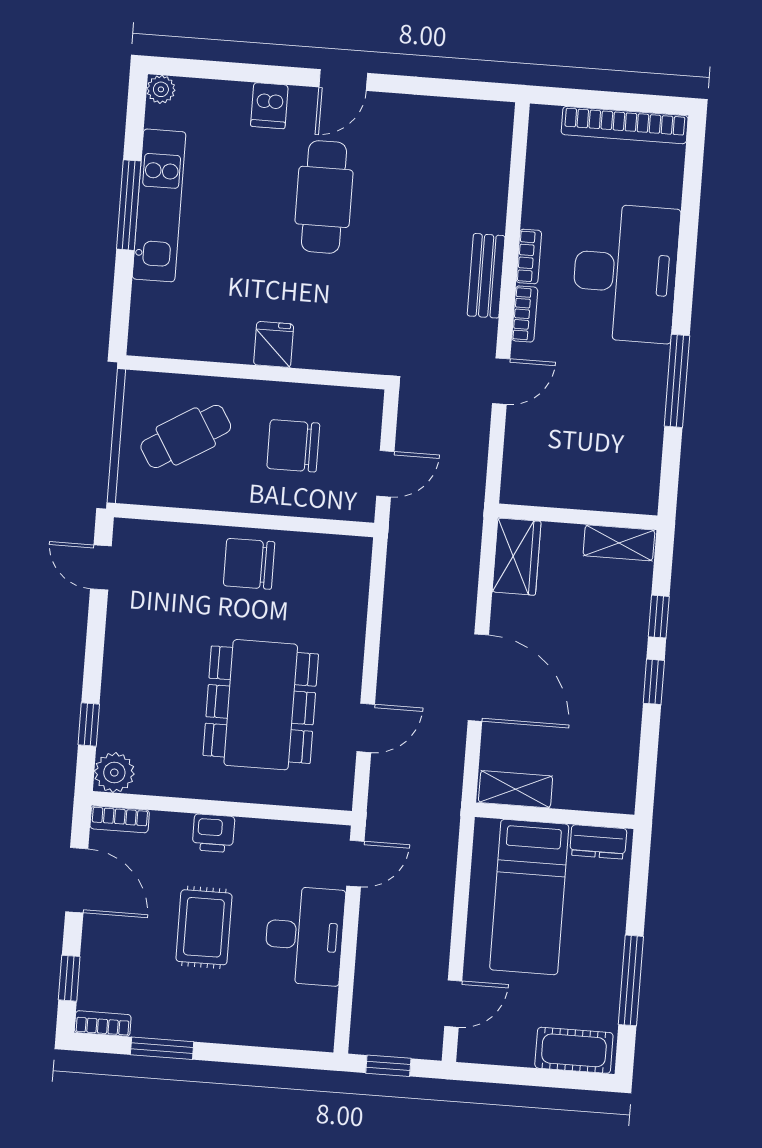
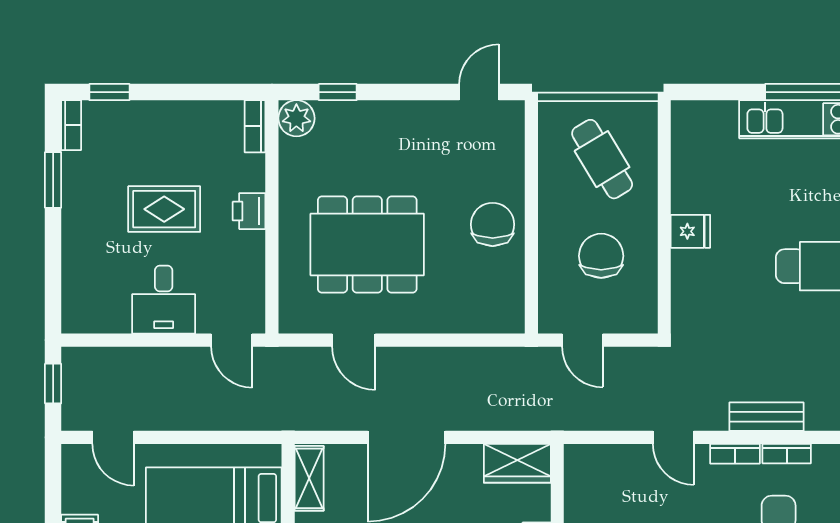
door: (77, 880) -> (198, 92), removed
desk: (304, 936) -> (164, 300), width x0.73

